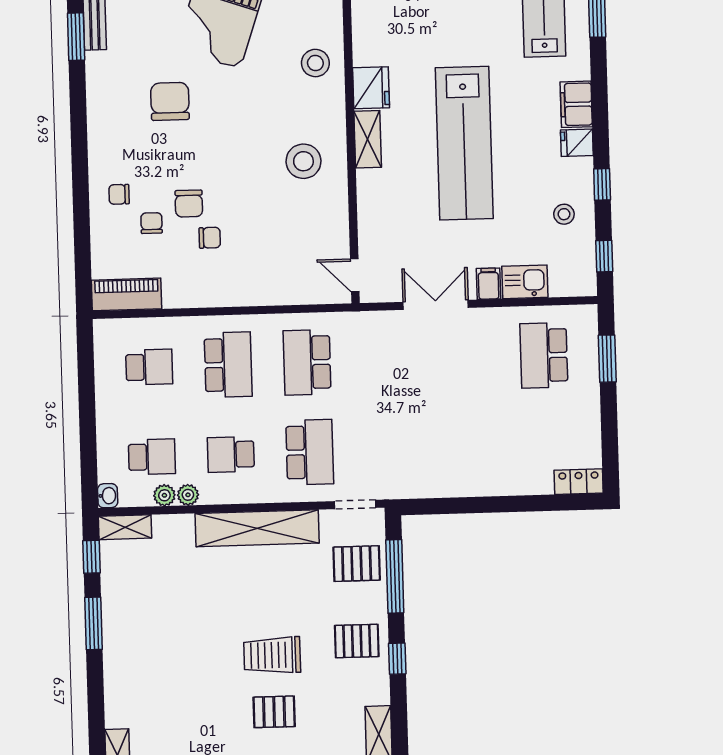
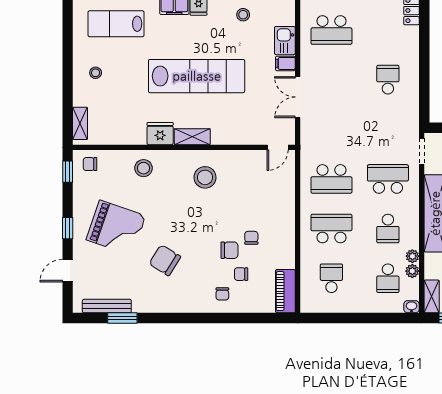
chair: (170, 101) -> (165, 260), turned 32
school desk: (468, 447) -> (388, 80), added
school desk: (152, 457) -> (388, 278), turned 180

